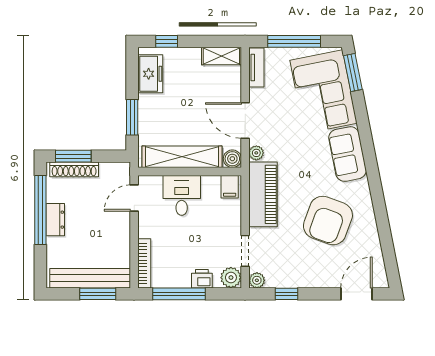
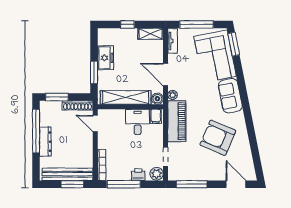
window: (167, 41) -> (127, 24), moved
freezer: (150, 74) -> (106, 58), moved
shoe rack: (74, 169) -> (78, 105), moved
desk: (182, 195) -> (138, 122), moved
door: (134, 198) -> (95, 123), hinge flipped
dresser: (55, 220) -> (45, 142), width x1.44
armchair: (328, 221) -> (218, 138), turned 93
plant: (257, 280) -> (173, 176), removed
window: (286, 294) -> (192, 184), width x2.17
door: (356, 294) -> (236, 184), hinge flipped

